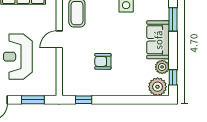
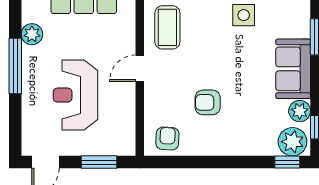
armchair: (77, 85) -> (167, 138), added
window: (84, 100) -> (287, 162), moved

